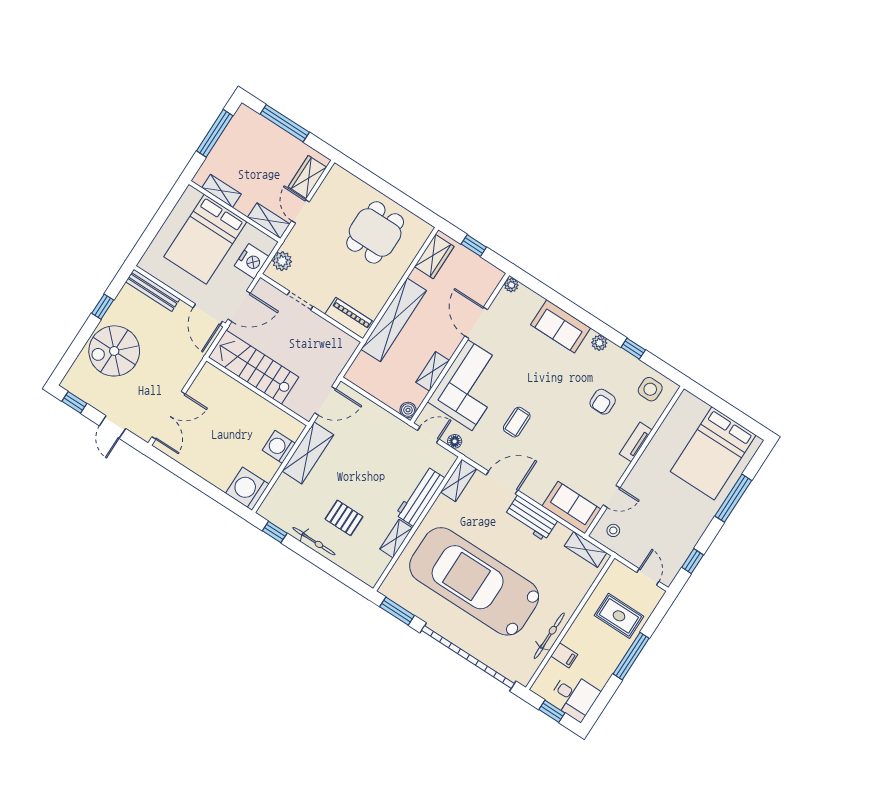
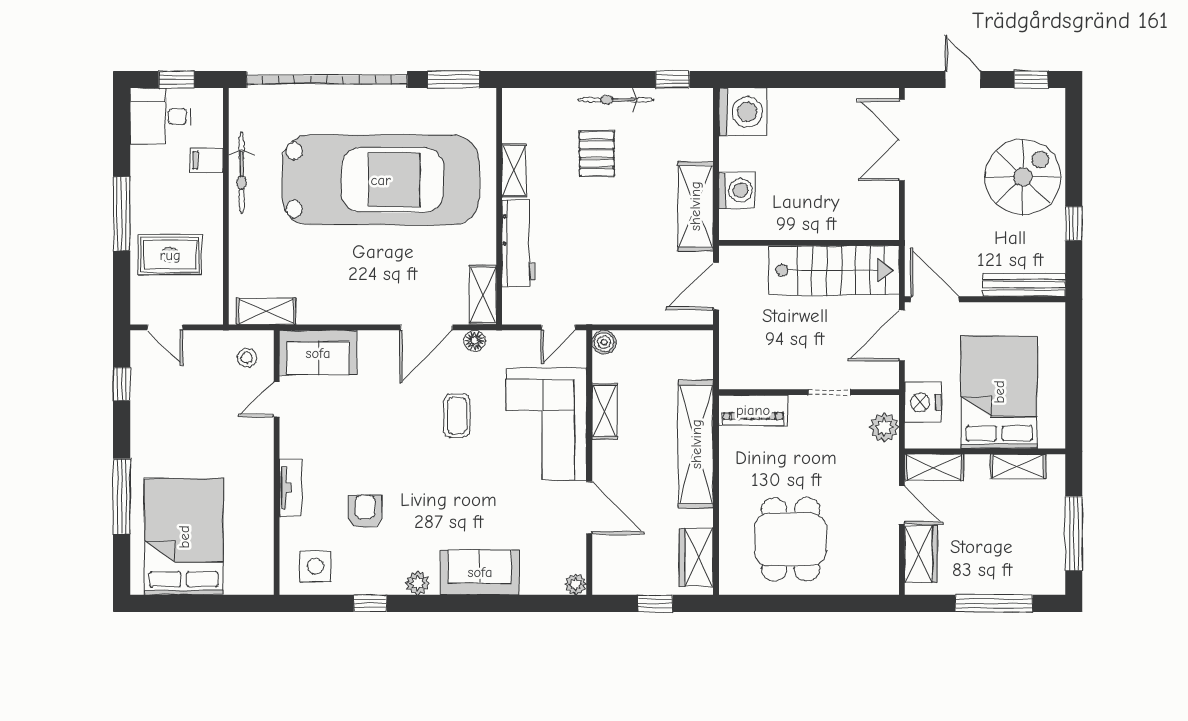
floor lamp: (455, 441) -> (475, 341), moved
pallet: (344, 518) -> (597, 154), turned 90
workbench: (531, 518) -> (361, 306), removed

